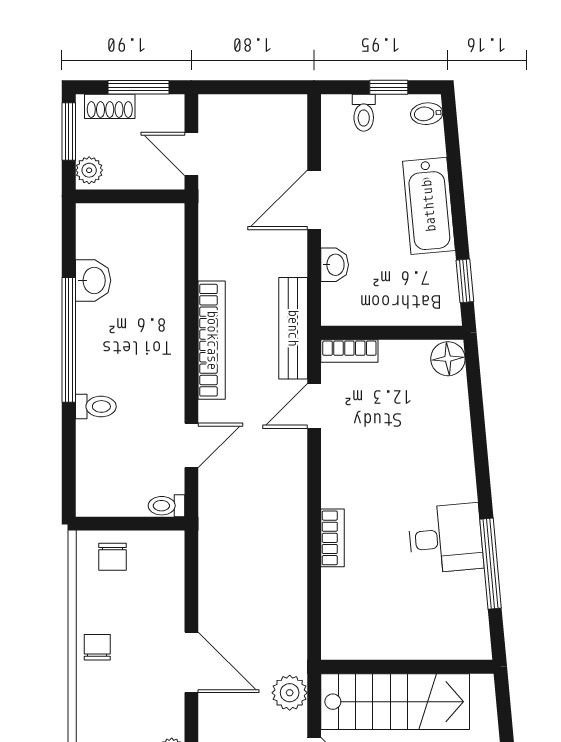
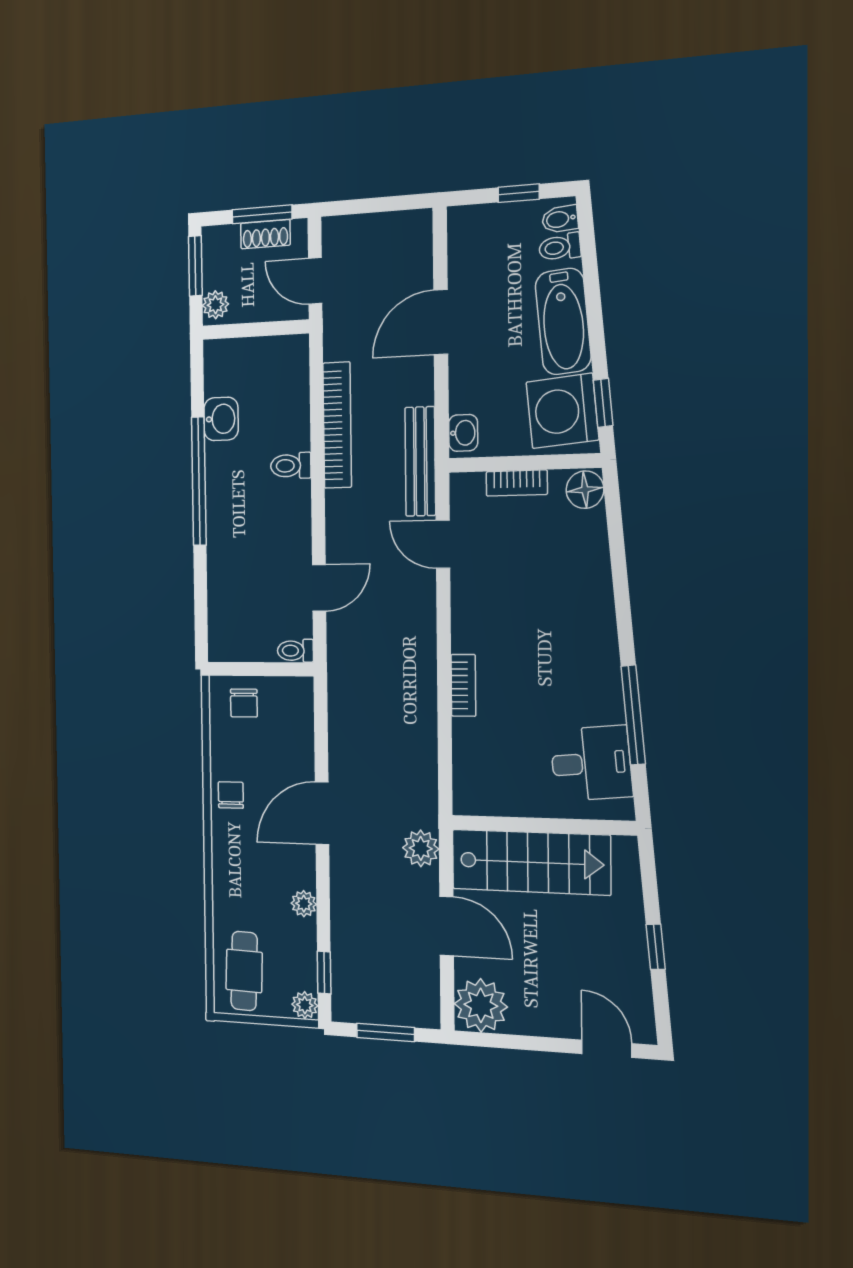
shoe rack: (110, 106) -> (265, 234), moved
toilet: (364, 113) -> (560, 247), moved, turned 85
washbasin: (335, 265) -> (463, 433), moved
washing machine: (428, 287) -> (562, 411), added
bookcase: (212, 340) -> (337, 425), moved
bookcase: (349, 351) -> (517, 483), moved
toilet: (96, 406) -> (291, 466), moved, turned 180
door: (314, 406) -> (443, 544), hinge flipped
desk: (446, 538) -> (591, 763), moved
door: (191, 662) -> (322, 813), swing flipped

